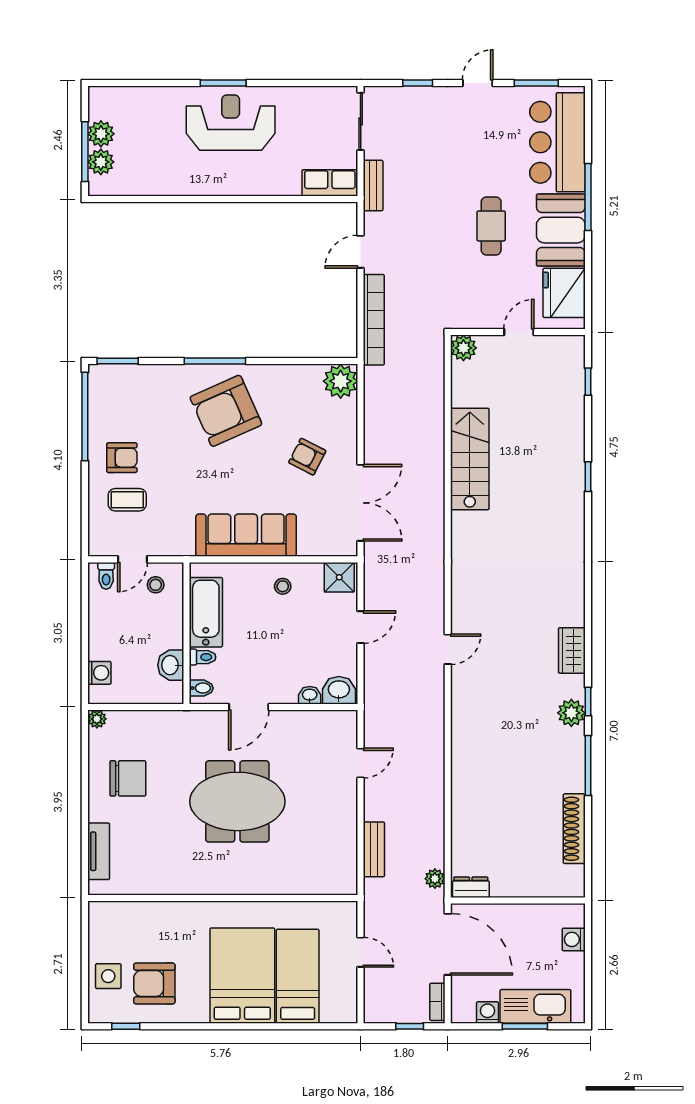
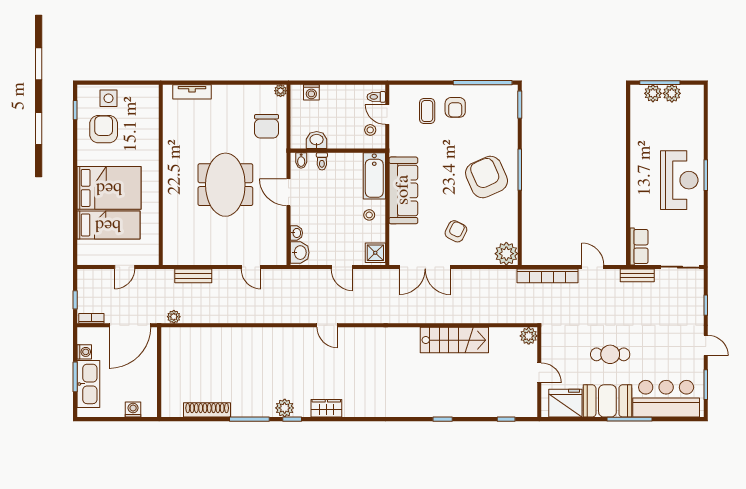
bathtub: (206, 612) -> (374, 176), moved, turned 90
chair: (128, 778) -> (267, 126), moved
dresser: (471, 887) -> (168, 341), removed

